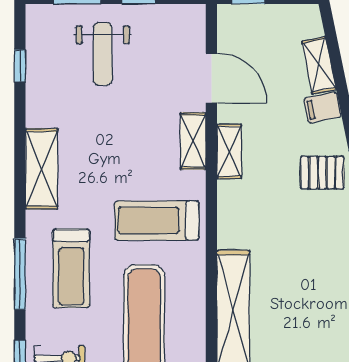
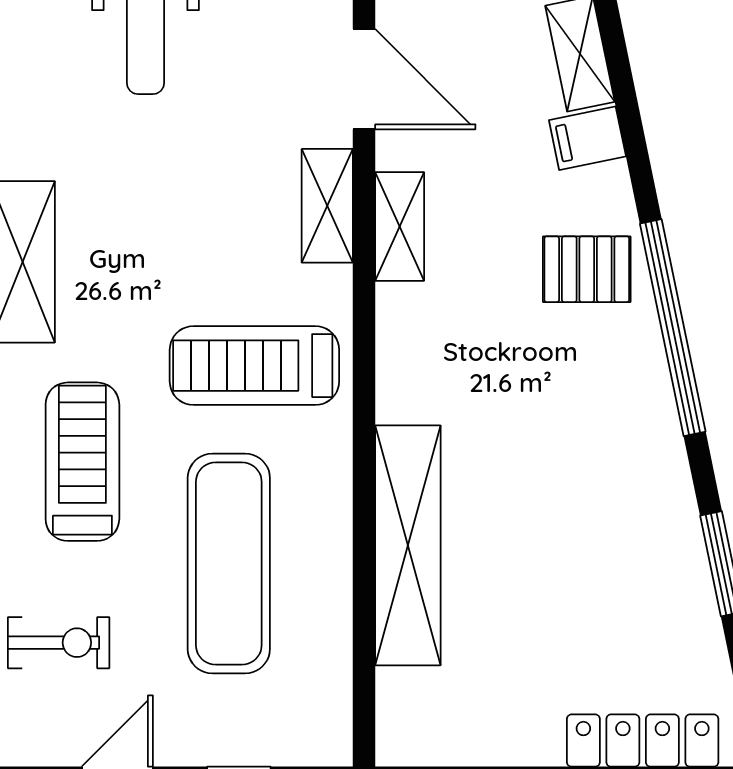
treadmill: (71, 268) -> (82, 462), turned 180

